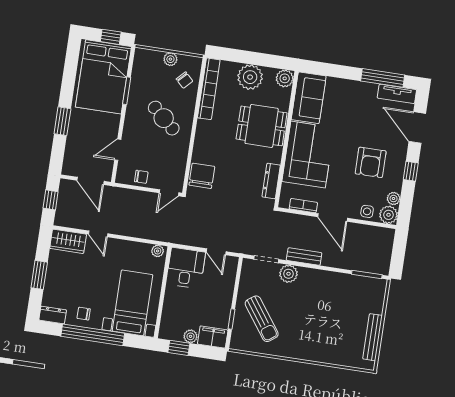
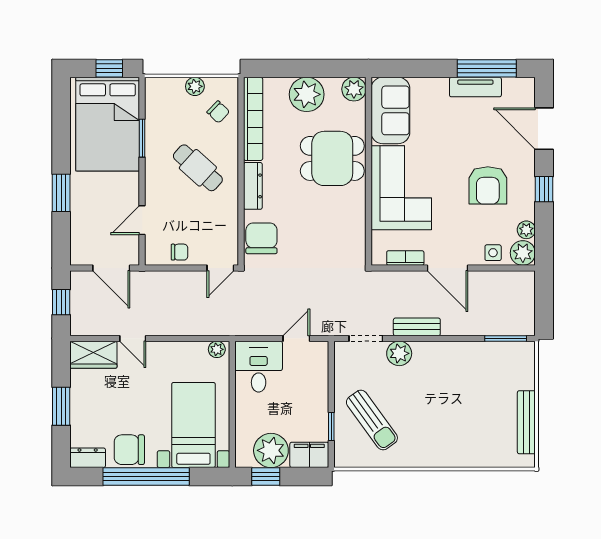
tv unit: (397, 94) -> (475, 87), moved
dresser: (271, 181) -> (253, 186), moved, turned 180
door: (216, 252) -> (296, 338), swing flipped
chair: (84, 314) -> (129, 450), width x1.87, depth x1.87
plant: (190, 336) -> (271, 450), width x1.88, depth x1.88

